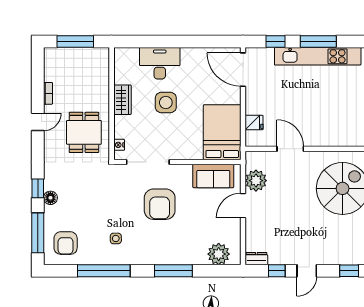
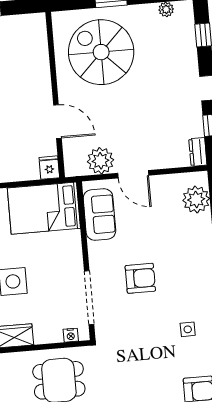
fridge: (254, 123) -> (49, 168), moved
door: (290, 149) -> (57, 122), swing flipped
armchair: (160, 204) -> (140, 278), width x0.73, depth x0.73

